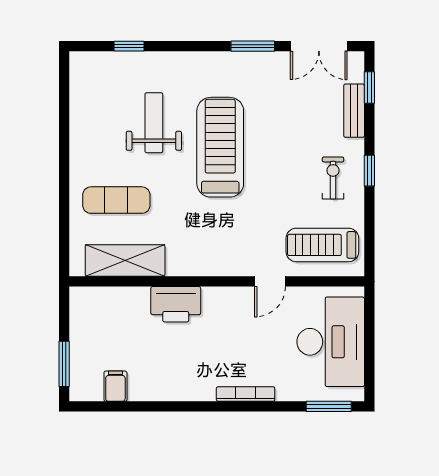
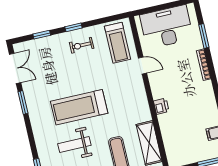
window: (369, 87) -> (42, 35), moved
bench: (354, 111) -> (44, 42), removed
printer: (176, 304) -> (161, 106), width x0.53, depth x0.68
window: (329, 406) -> (204, 36), moved

